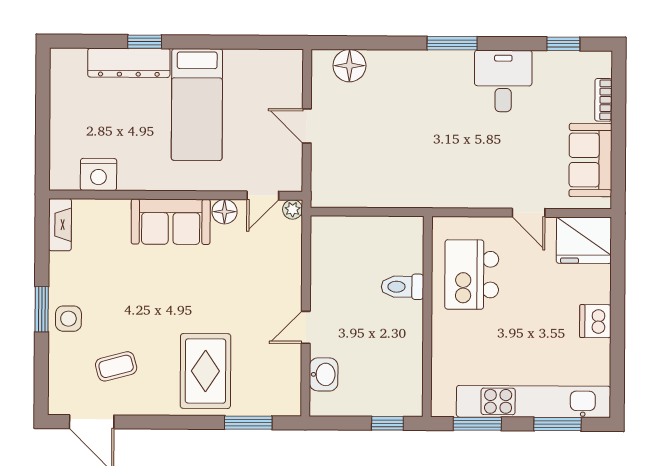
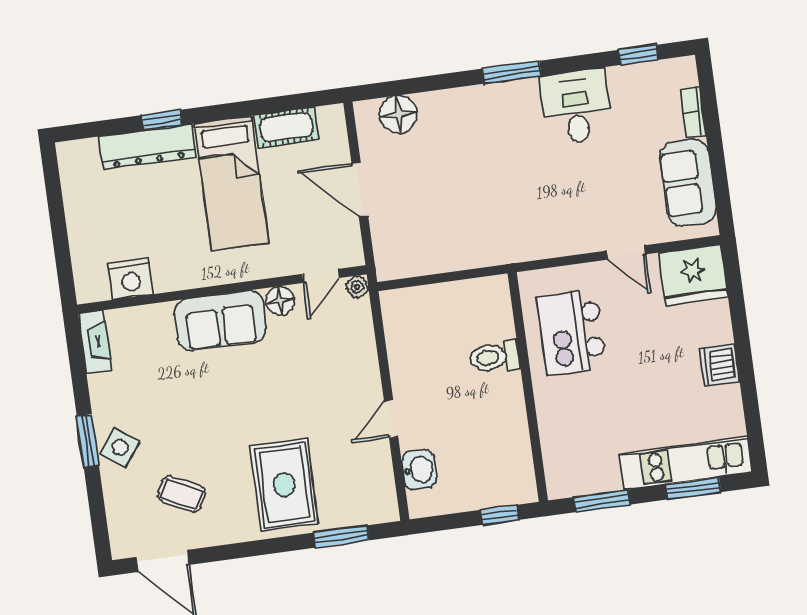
cot: (251, 63) -> (286, 127), added
door: (307, 126) -> (360, 190), width x1.38
side table: (68, 319) -> (120, 447), turned 37
coffee table: (116, 366) -> (182, 494), turned 42
kitchen unit: (534, 402) -> (686, 463), width x0.73

